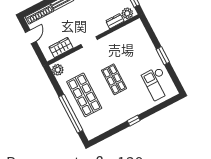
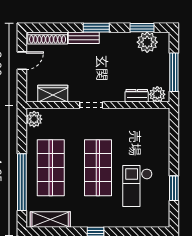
window: (163, 56) -> (174, 188), moved
shop shelf: (114, 79) -> (98, 168), width x1.43, depth x1.36
checkout: (157, 83) -> (137, 186), moved
shelving: (101, 128) -> (50, 220), added

